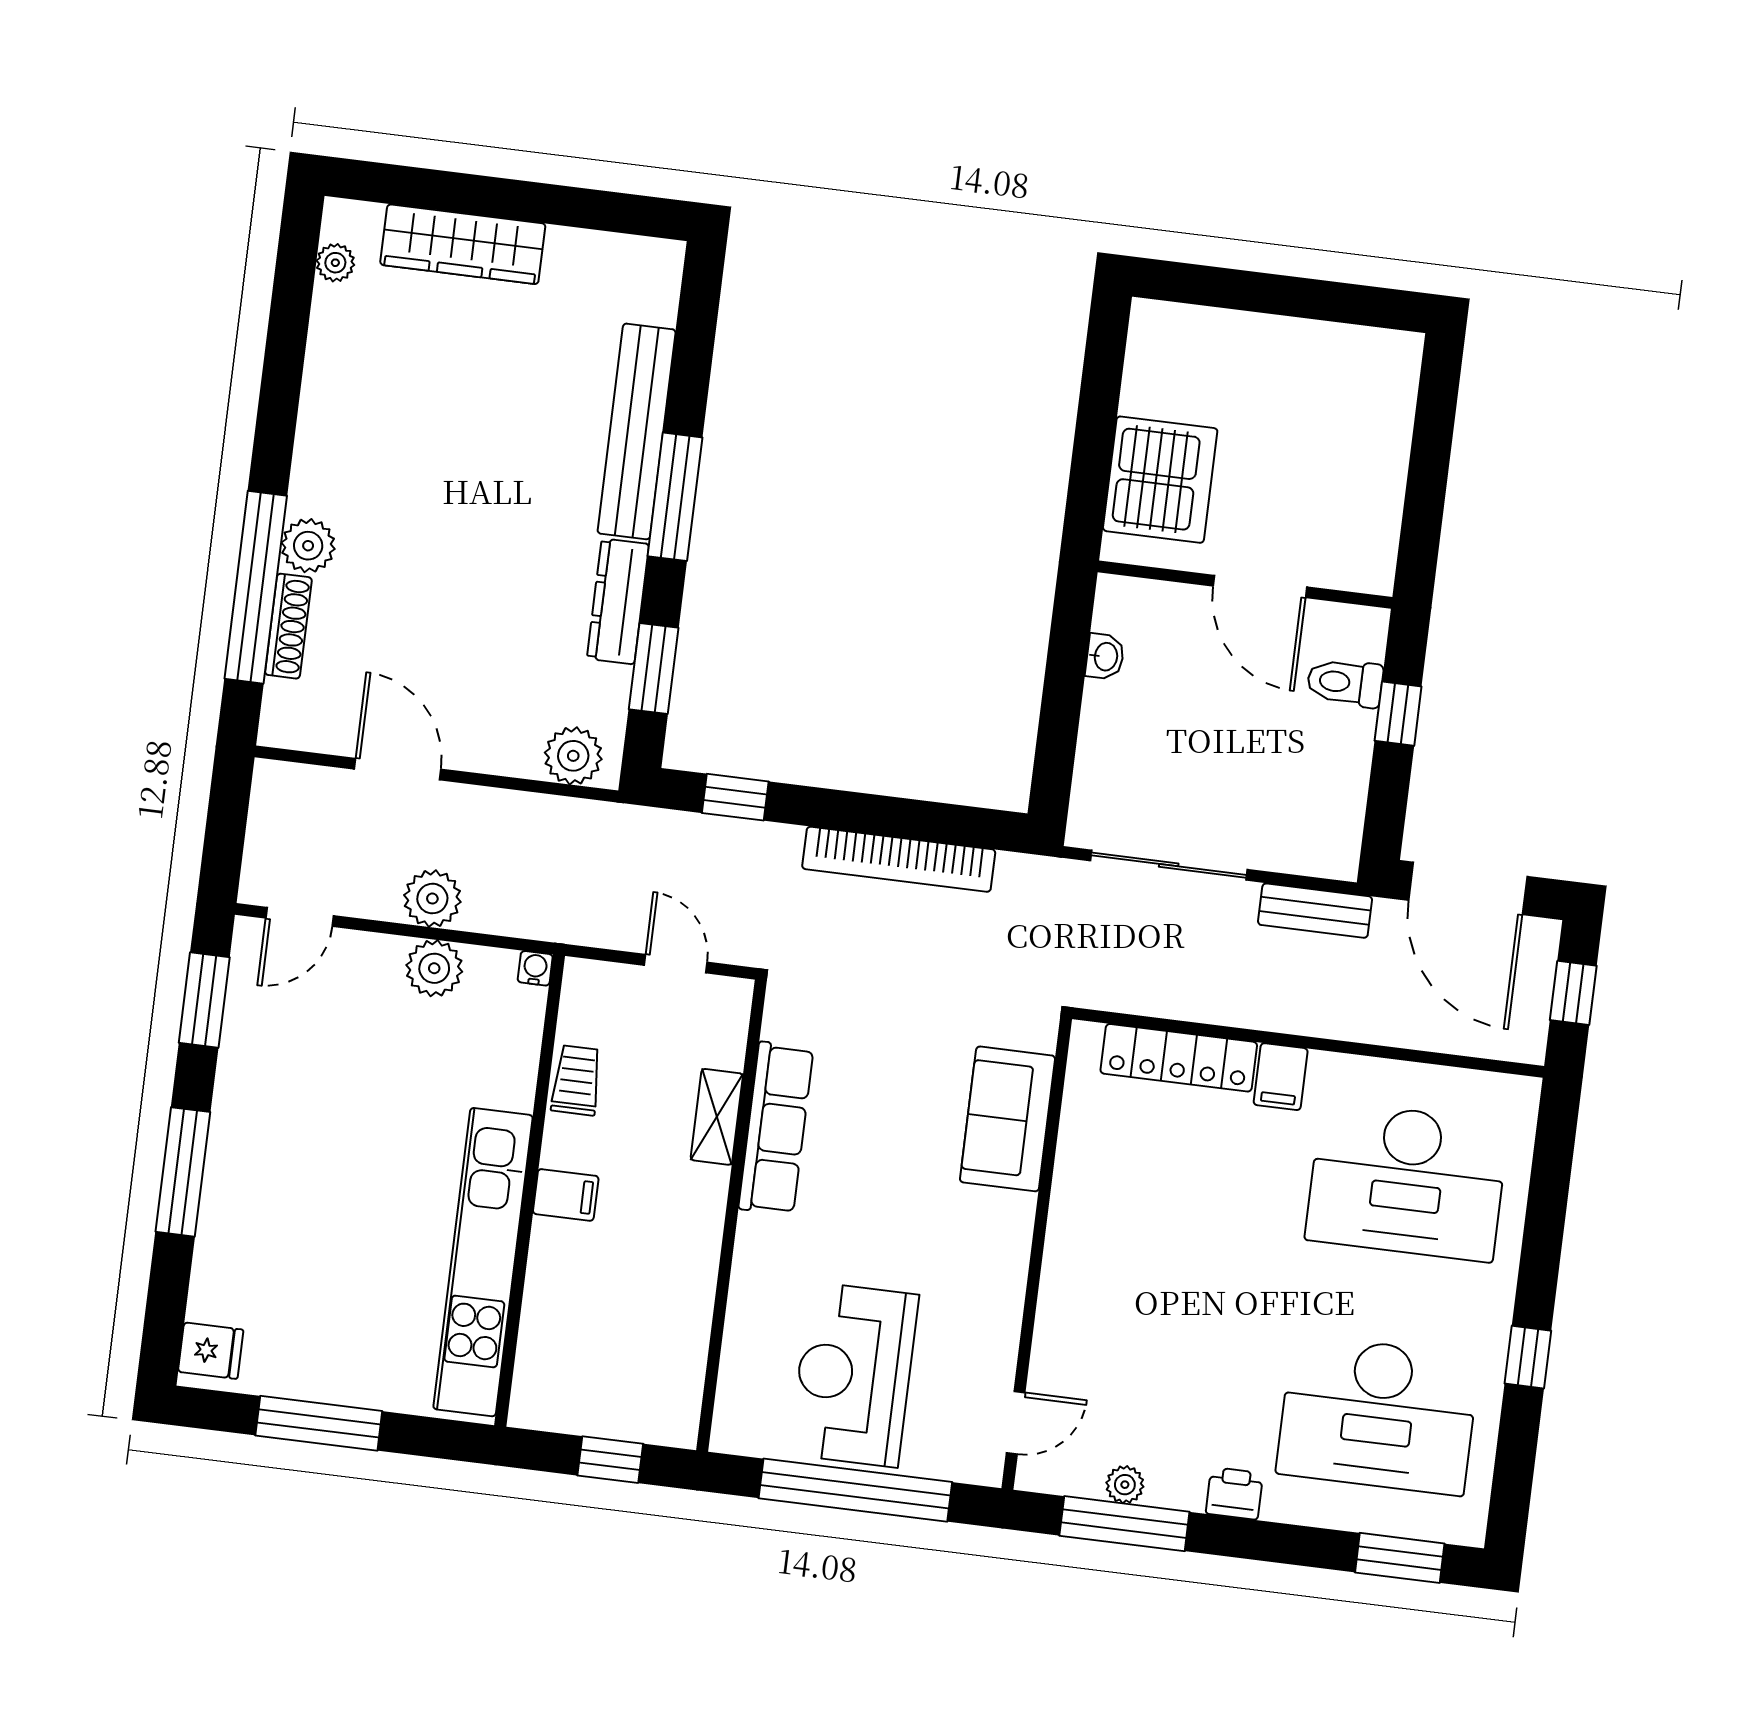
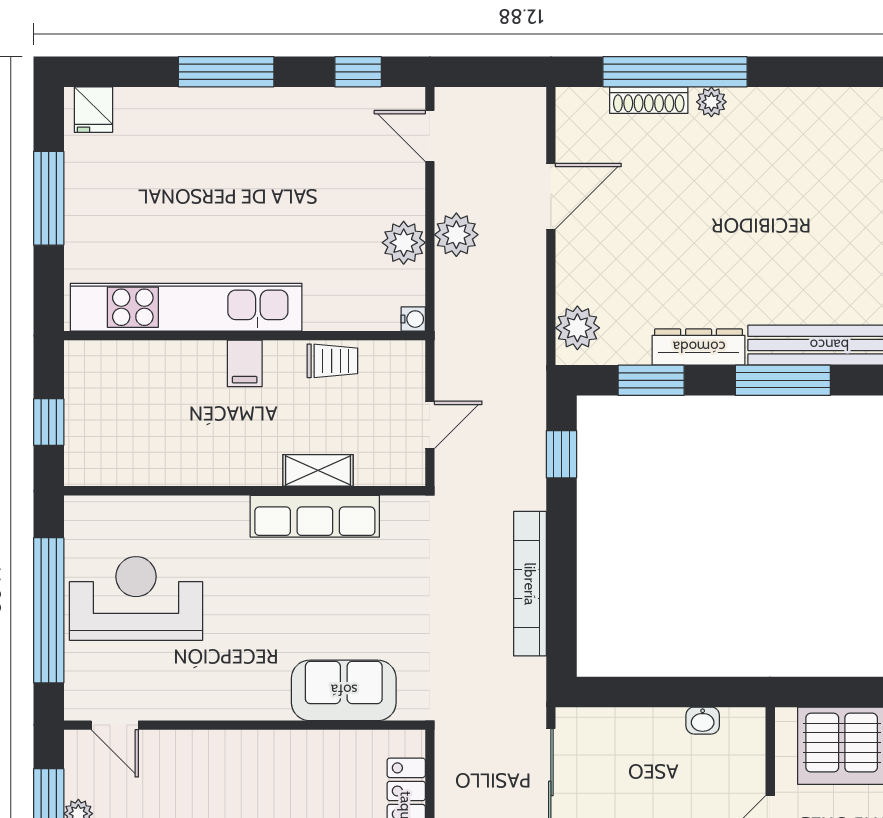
plant: (308, 546) -> (711, 102), width x0.73, depth x0.73
window: (204, 1000) -> (358, 72), width x0.67

